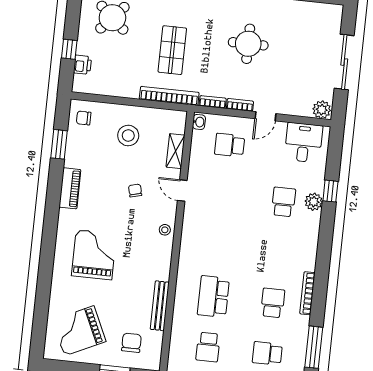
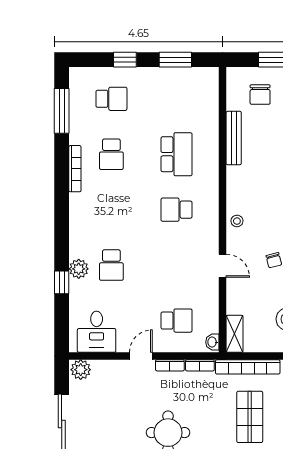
shelving: (175, 151) -> (235, 334), moved
school desk: (208, 347) -> (176, 210), moved, turned -90

